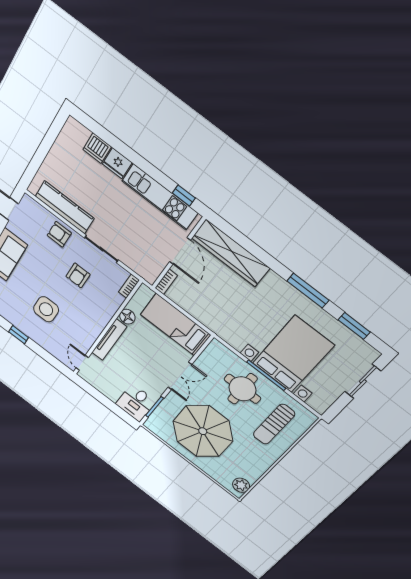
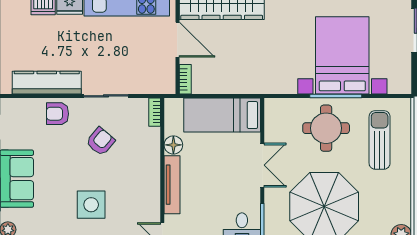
armchair: (78, 275) -> (100, 141), turned -140
sun lounger: (274, 424) -> (380, 140), turned 180

